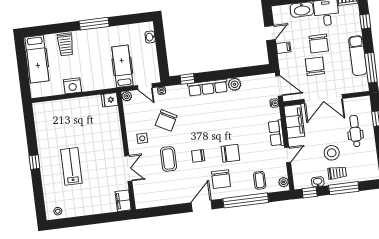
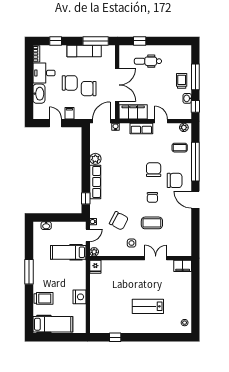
stool: (332, 153) -> (164, 83), removed
window: (34, 162) -> (115, 337), moved

